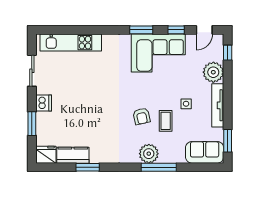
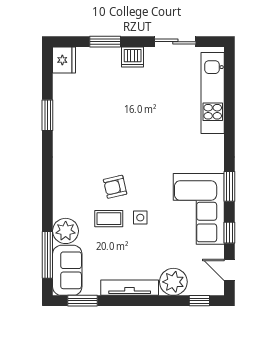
side table: (186, 104) -> (140, 218), moved
plant: (149, 154) -> (66, 231), moved
kitchen counter: (73, 155) -> (63, 96), removed
window: (159, 167) -> (47, 255), moved

